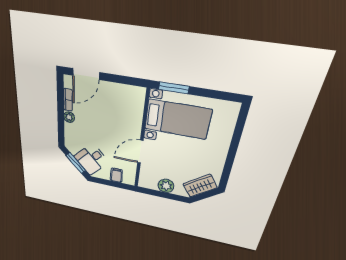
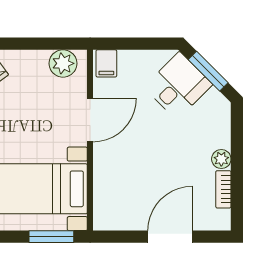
door: (86, 74) -> (170, 237), moved
filing cabinet: (116, 175) -> (106, 63), moved
plant: (166, 186) -> (63, 63), moved

